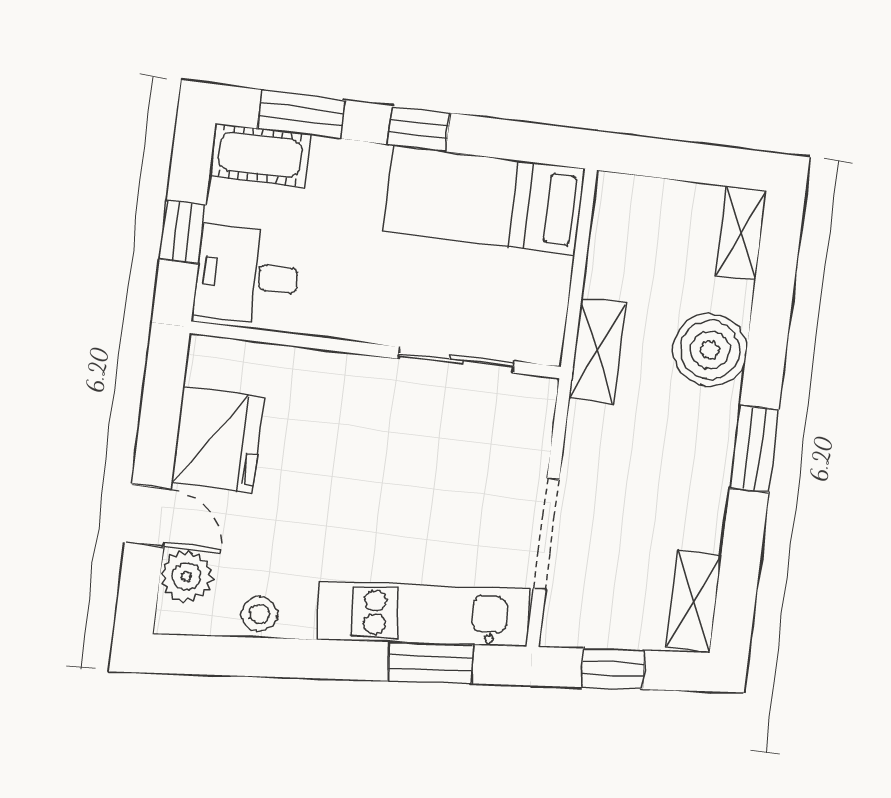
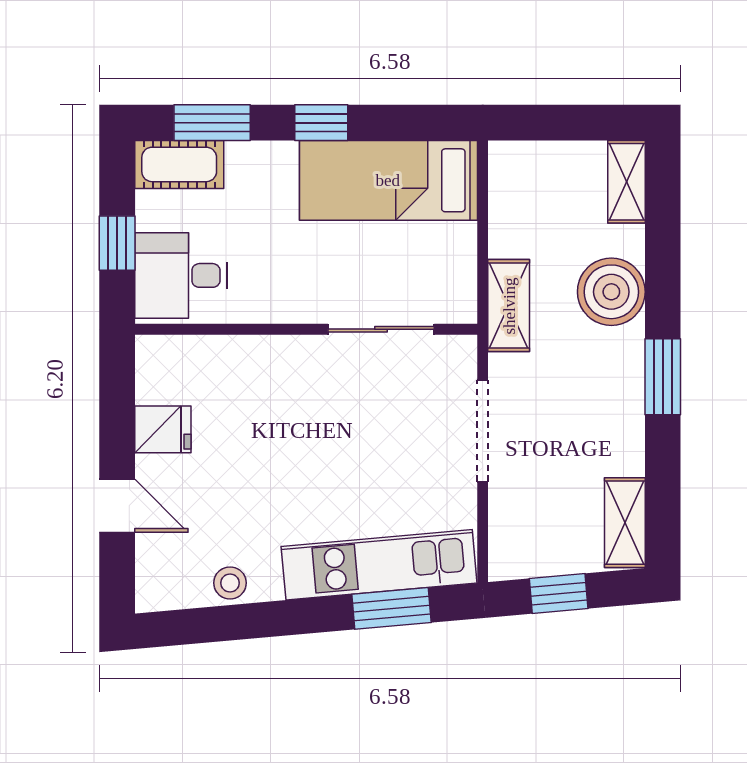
fridge: (217, 440) -> (163, 429), width x0.53, depth x0.75
doorway: (546, 534) -> (483, 431), moved
plant: (186, 577) -> (159, 557), removed

